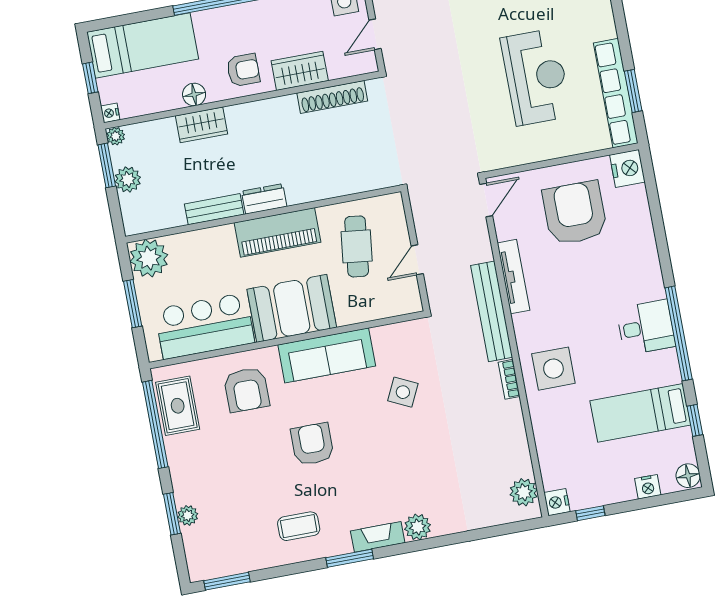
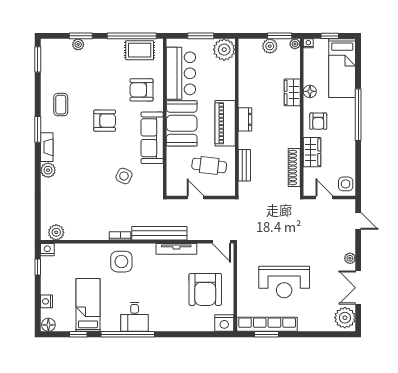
bench: (214, 209) -> (244, 165), moved
armchair: (575, 213) -> (205, 289), turned 90

